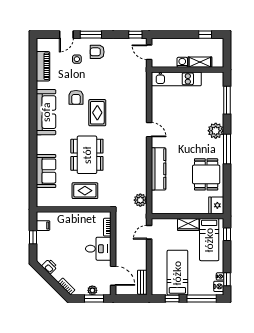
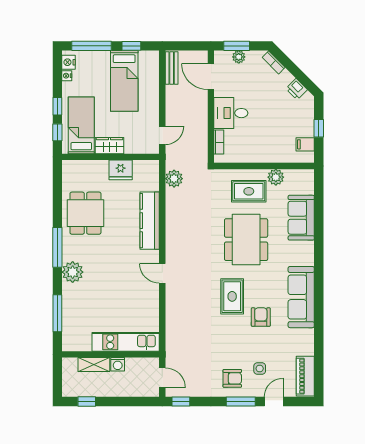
piano: (43, 66) -> (305, 376), moved
plant: (65, 201) -> (276, 177), added
fridge: (216, 205) -> (121, 170), moved, turned 90
window: (227, 279) -> (57, 106), moved

